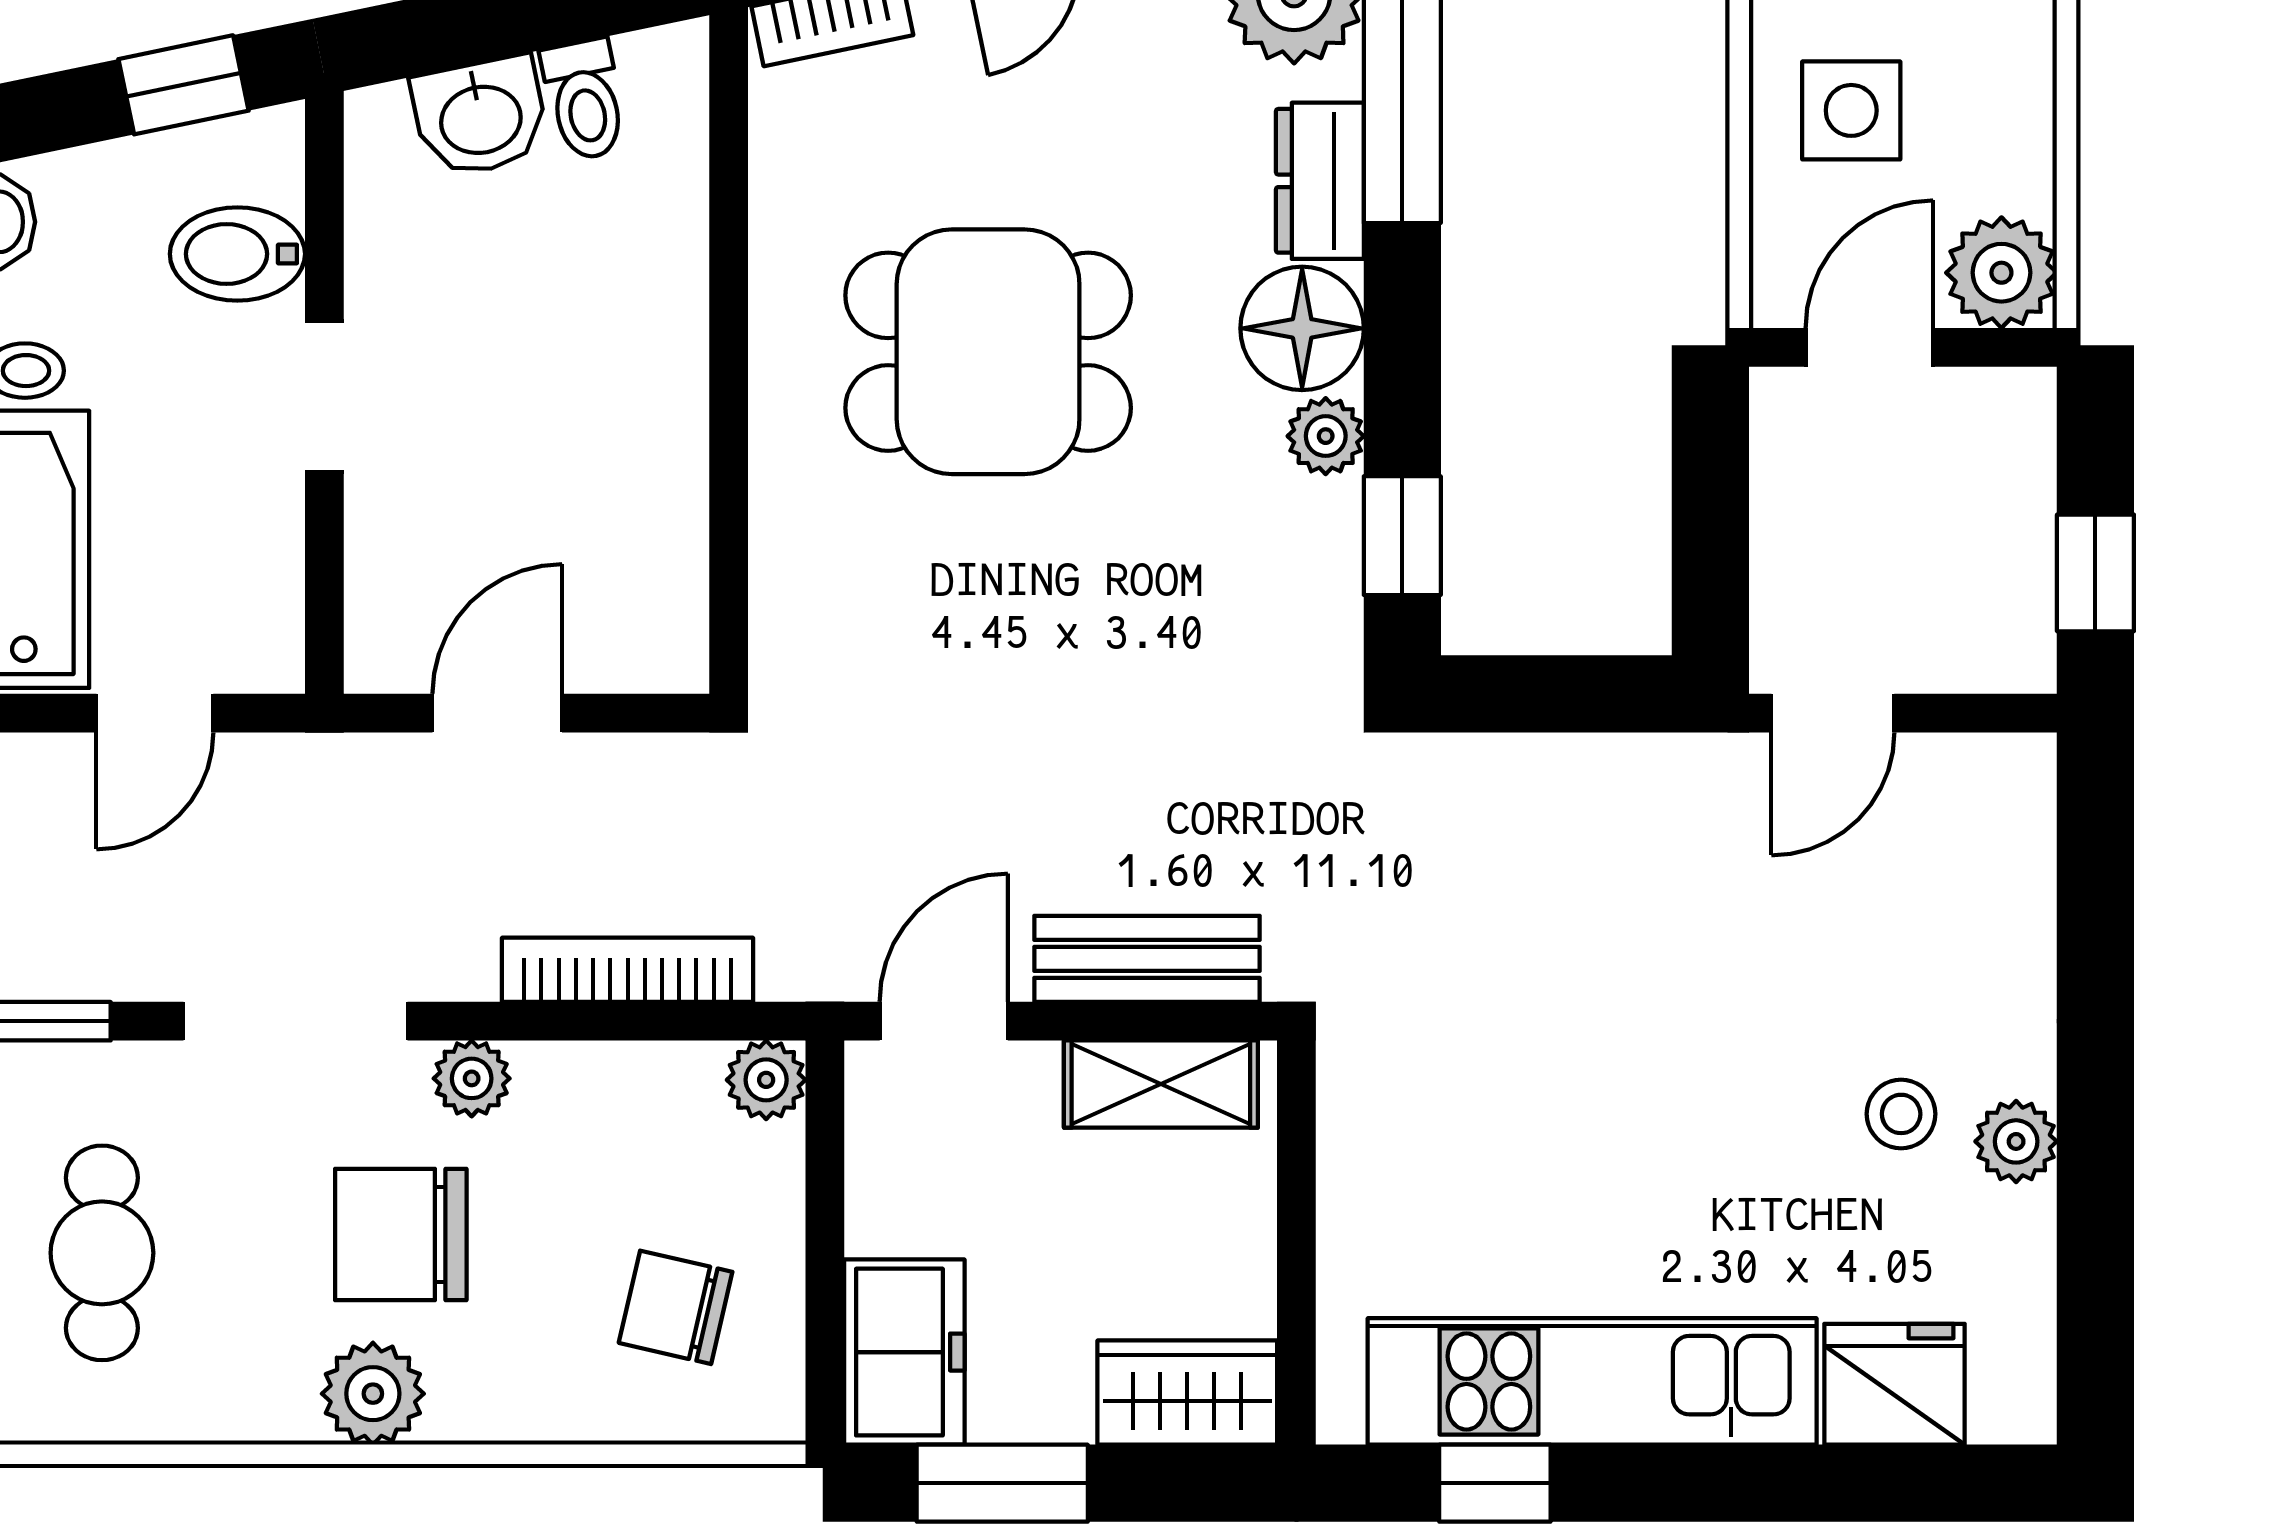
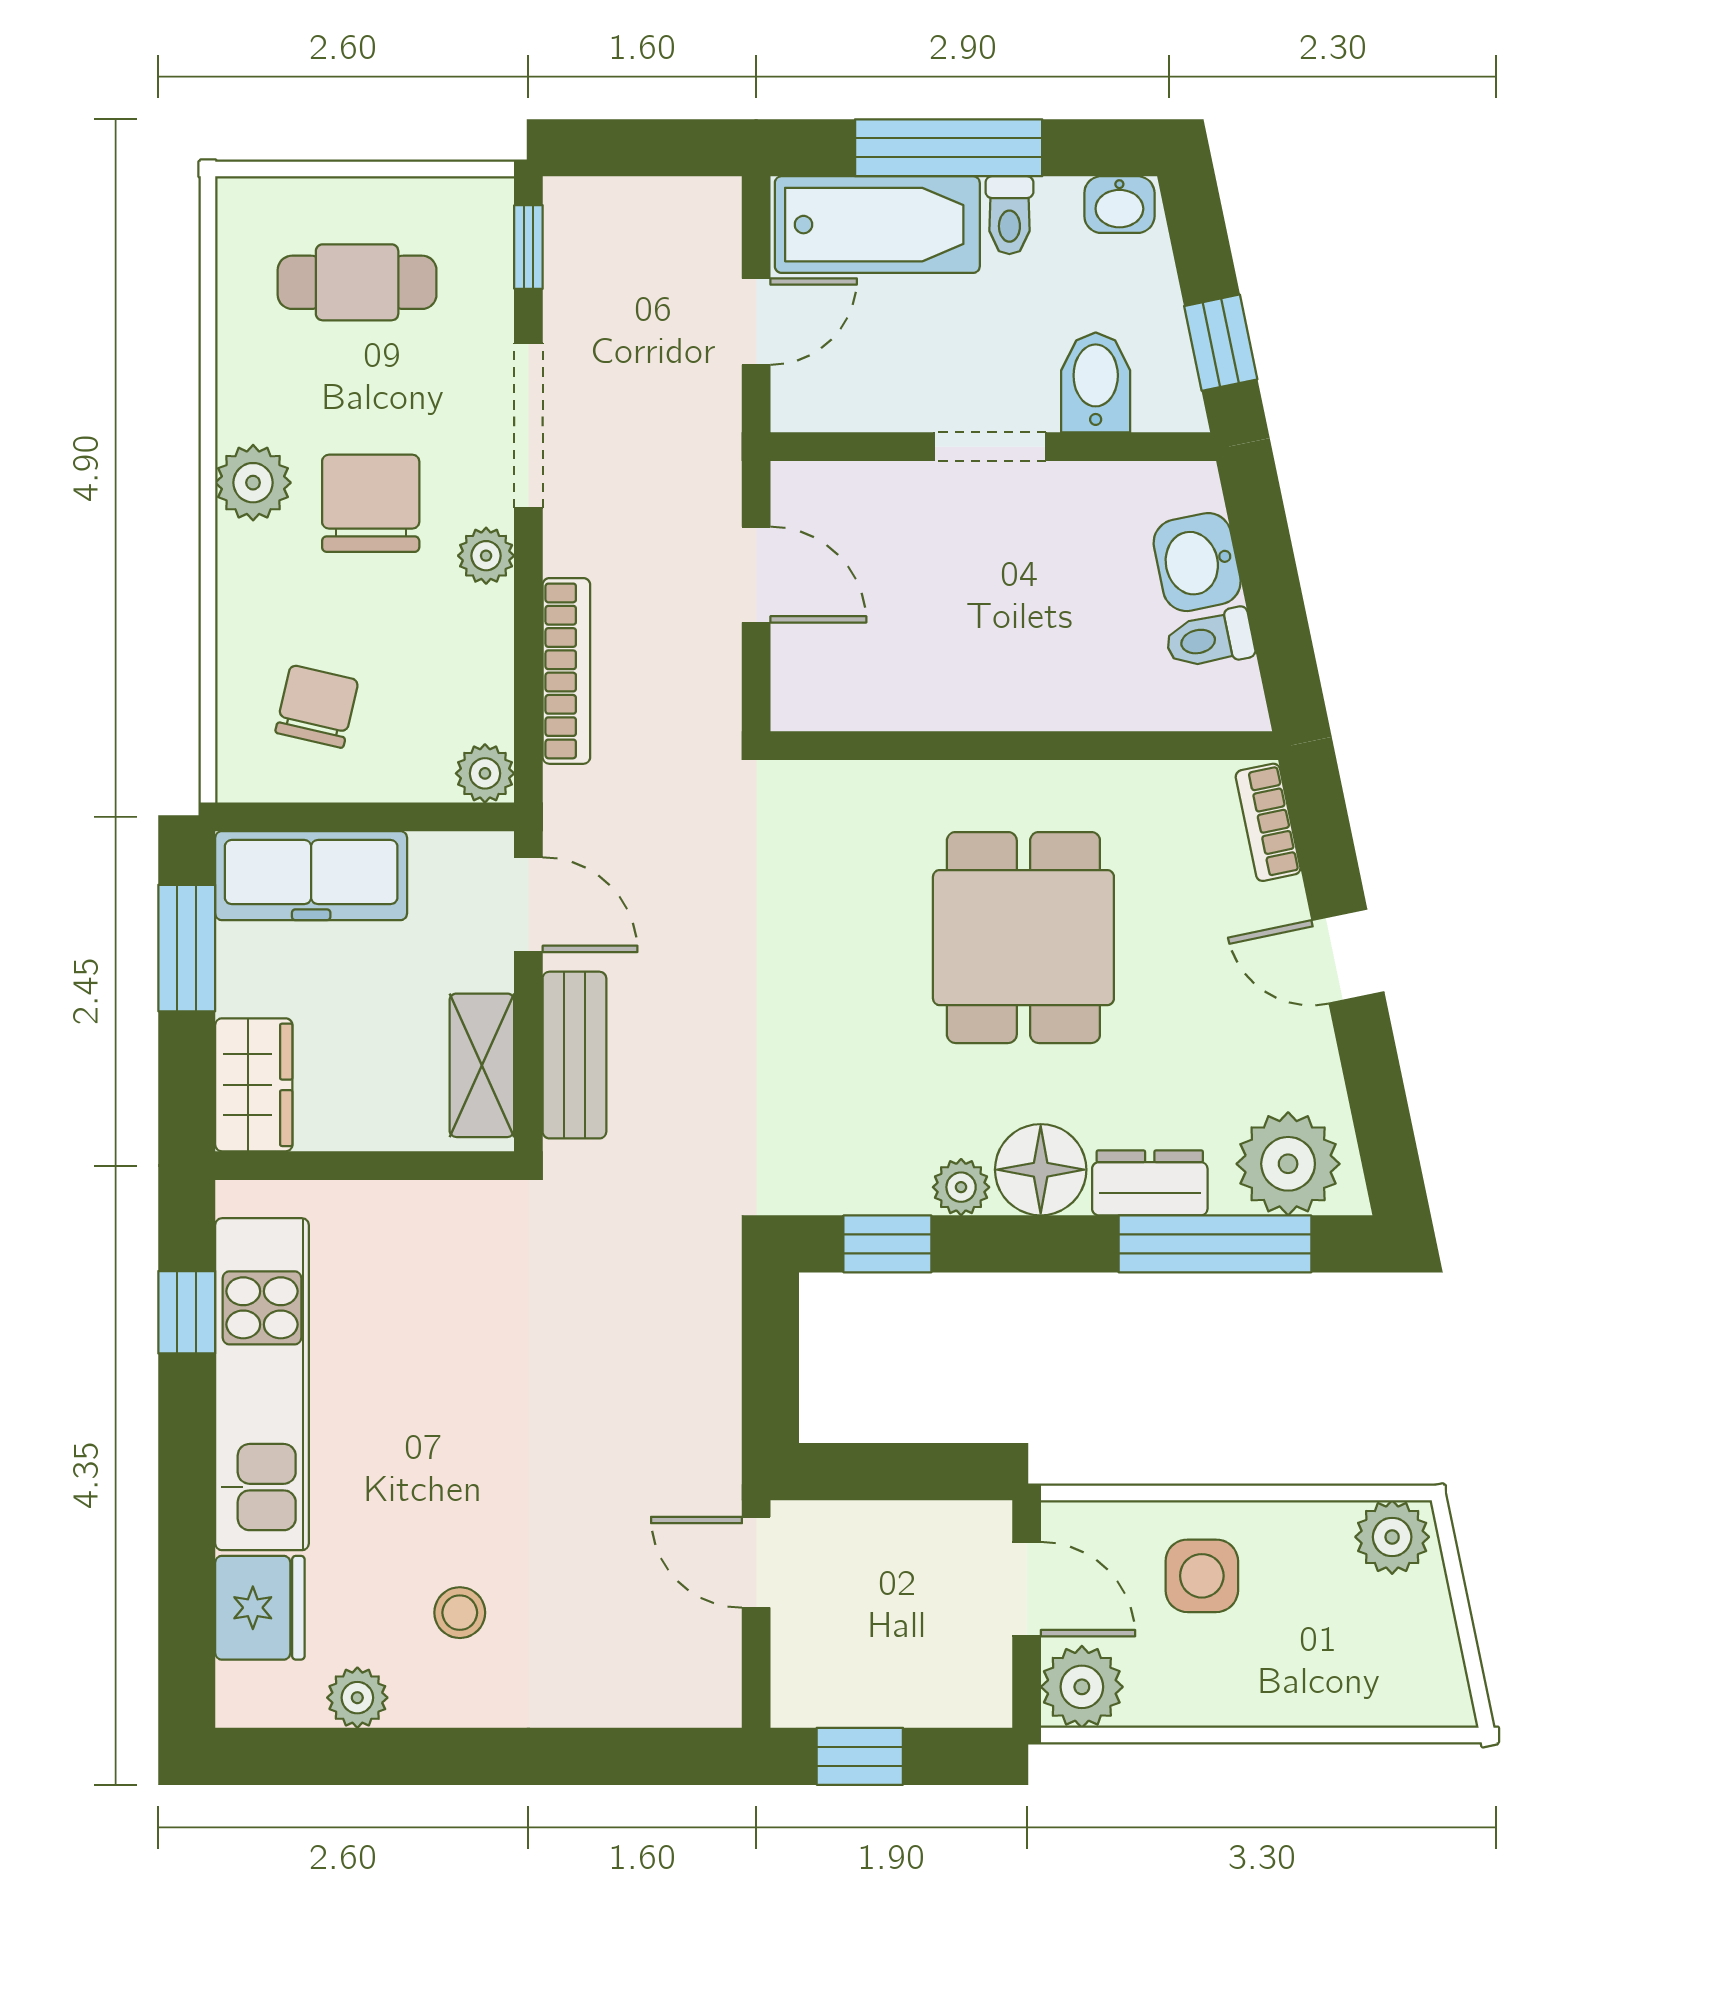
door: (155, 713) -> (756, 322), swing flipped
plant: (2016, 1141) -> (357, 1698), moved
freezer: (904, 1352) -> (311, 876), width x1.40

